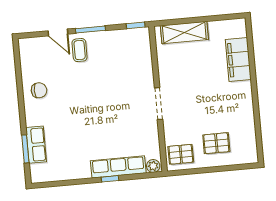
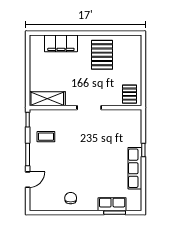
shelving: (184, 33) -> (47, 99), moved, turned 90
coffee table: (80, 50) -> (46, 137), moved
pallet: (216, 143) -> (102, 55), moved, width x1.50, depth x1.42
plant: (153, 166) -> (137, 116), removed
row of seats: (118, 167) -> (135, 168), moved

